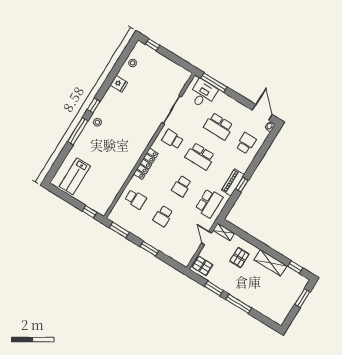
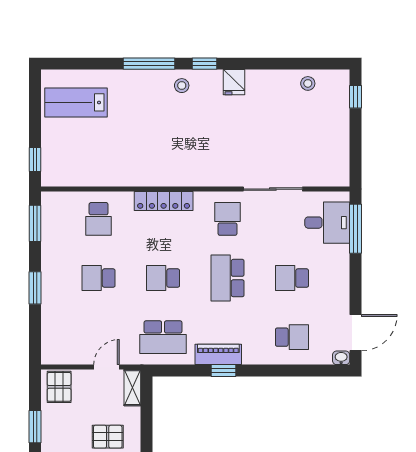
fridge: (119, 84) -> (234, 82), moved
school desk: (219, 126) -> (292, 278), width x0.54

